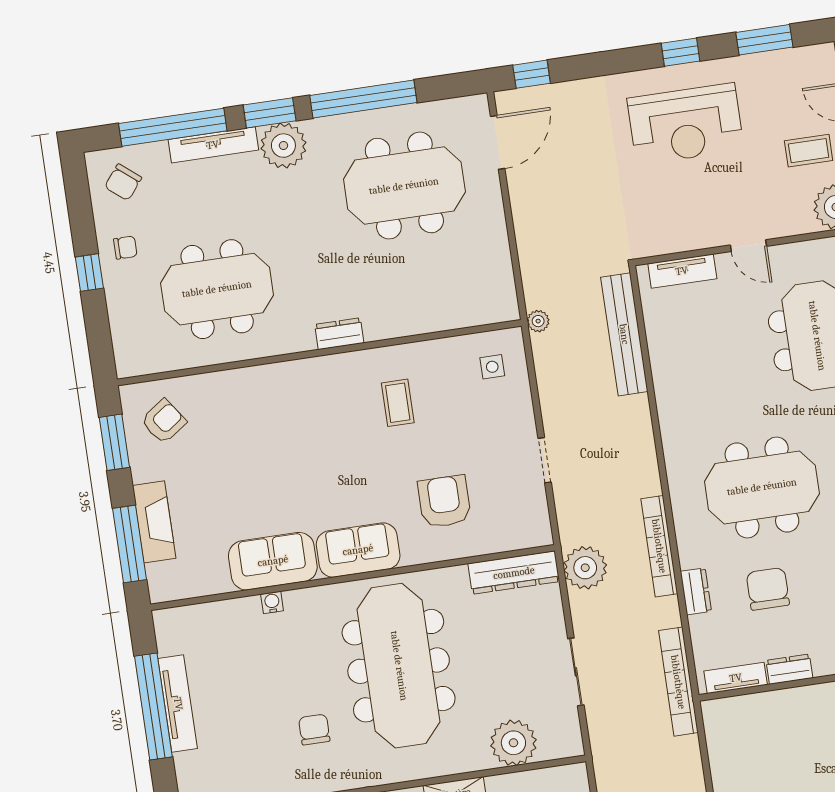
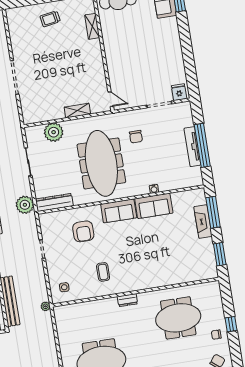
armchair: (164, 421) -> (200, 263), removed

